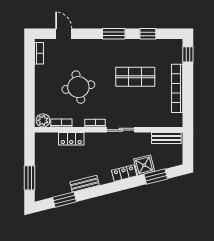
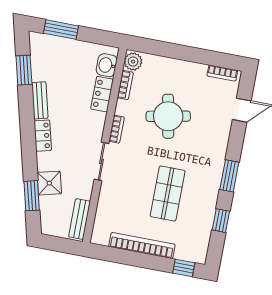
washbasin: (49, 139) -> (107, 65), added
locker: (124, 173) -> (43, 136), moved

